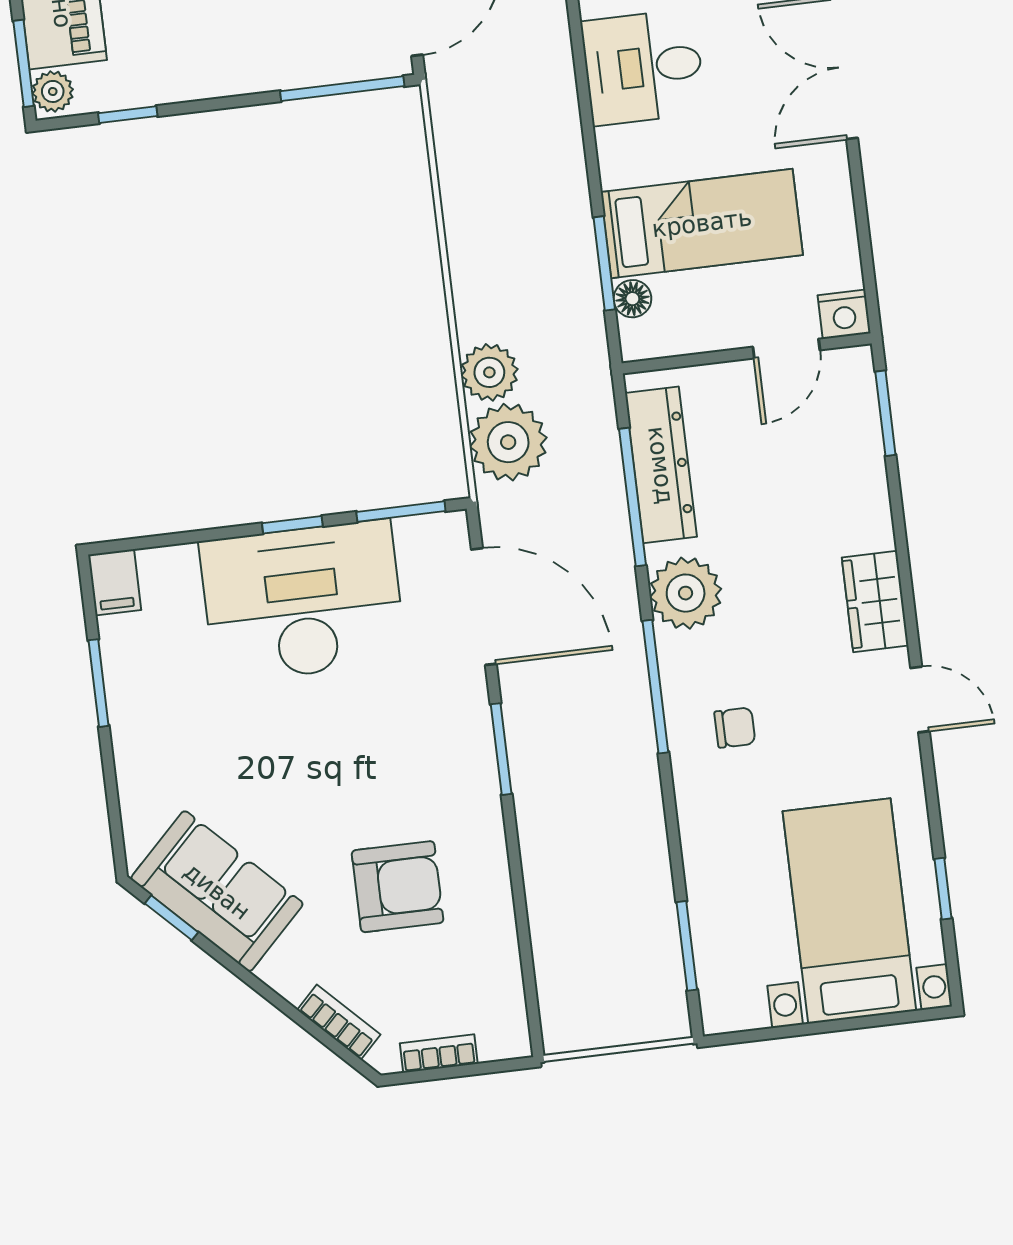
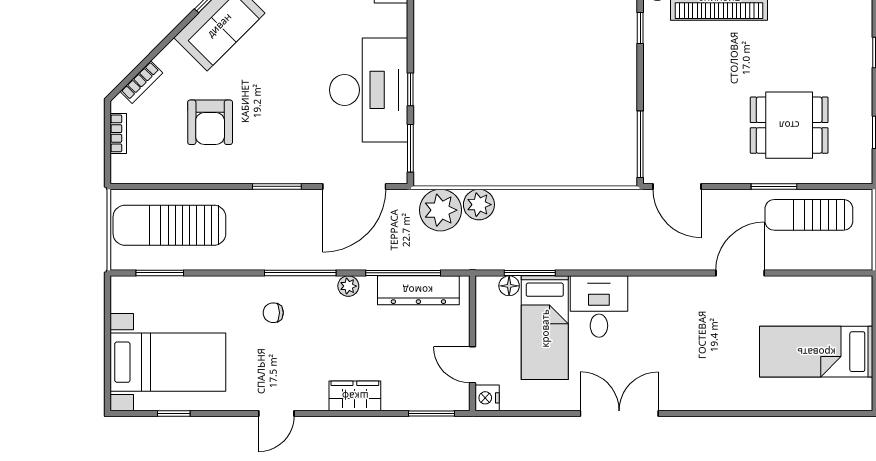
desk: (643, 67) -> (599, 307), moved
plant: (686, 593) -> (348, 286), width x0.53, depth x0.53
wardrobe: (875, 602) -> (355, 396), moved
chair: (735, 728) -> (273, 313), turned 90
sun lounger: (597, 939) -> (169, 225), added

